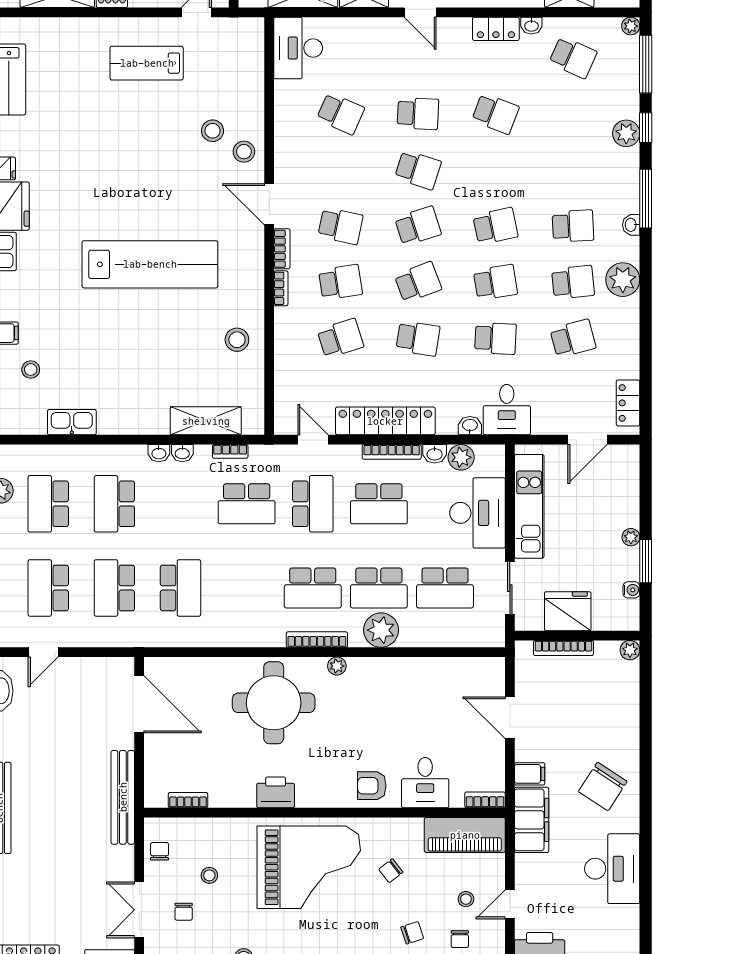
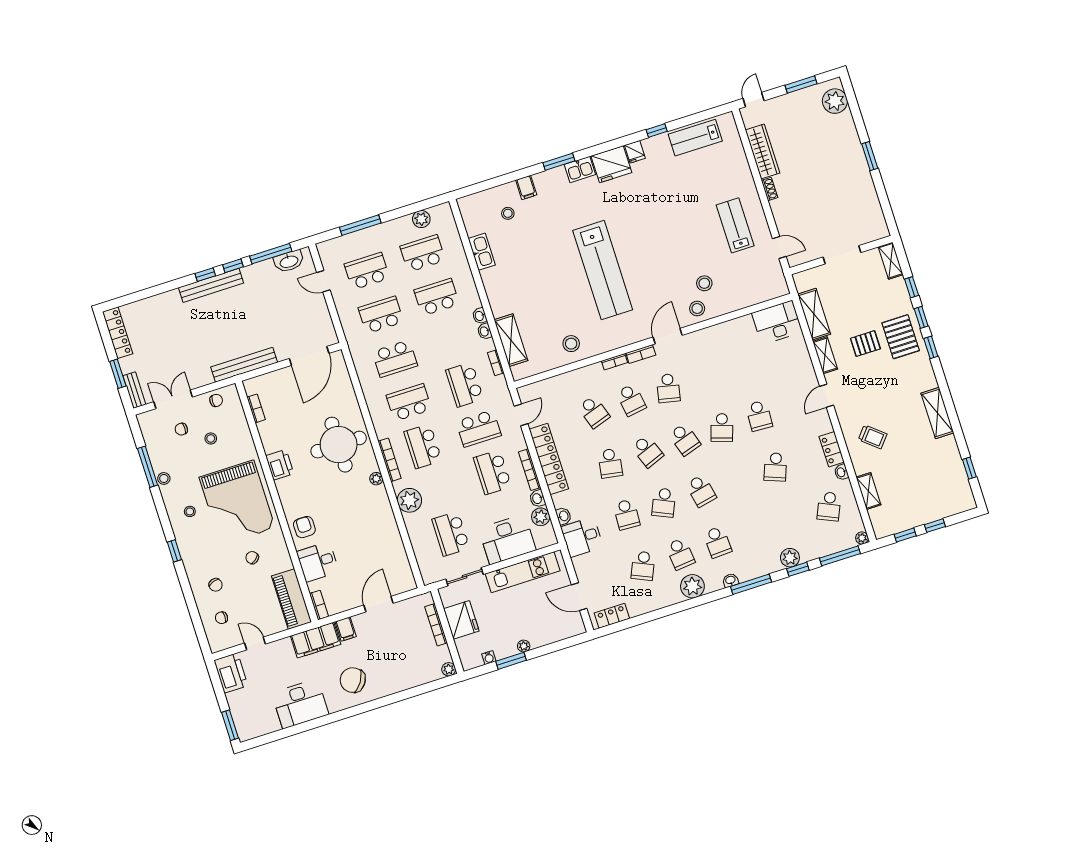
school desk: (340, 114) -> (743, 364), removed
school desk: (495, 282) -> (664, 503), turned 33
school desk: (573, 338) -> (643, 566), turned 39
school desk: (379, 588) -> (409, 402), moved, turned 90
stool: (466, 899) -> (190, 511), moved

